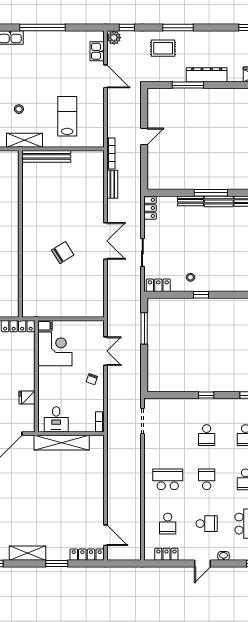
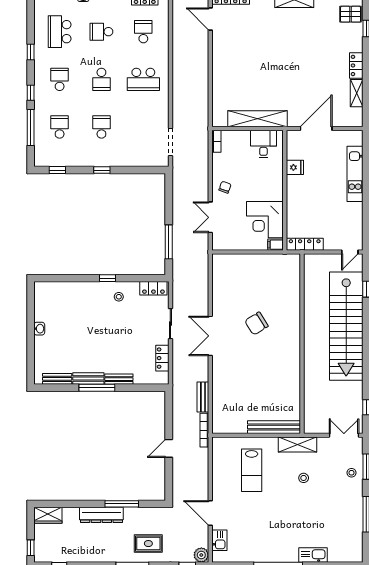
locker: (150, 208) -> (162, 358), moved

